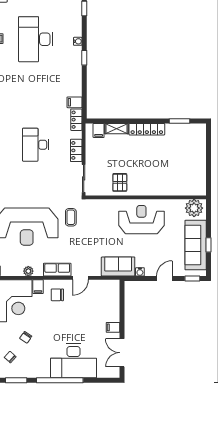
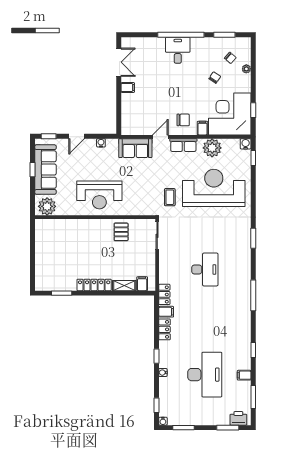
locker: (76, 150) -> (164, 329), moved
sofa: (118, 266) -> (135, 148), moved
plant: (28, 271) -> (212, 148), width x1.88, depth x1.88
desk: (74, 361) -> (178, 50), width x0.53, depth x0.77

